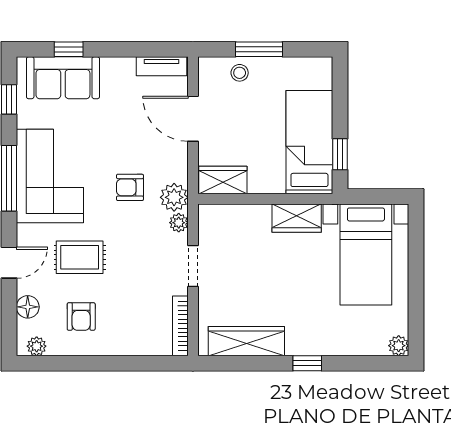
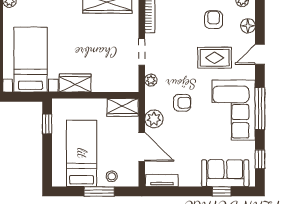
bed: (309, 142) -> (82, 153), moved, turned 180
plant: (174, 197) -> (154, 119), moved

